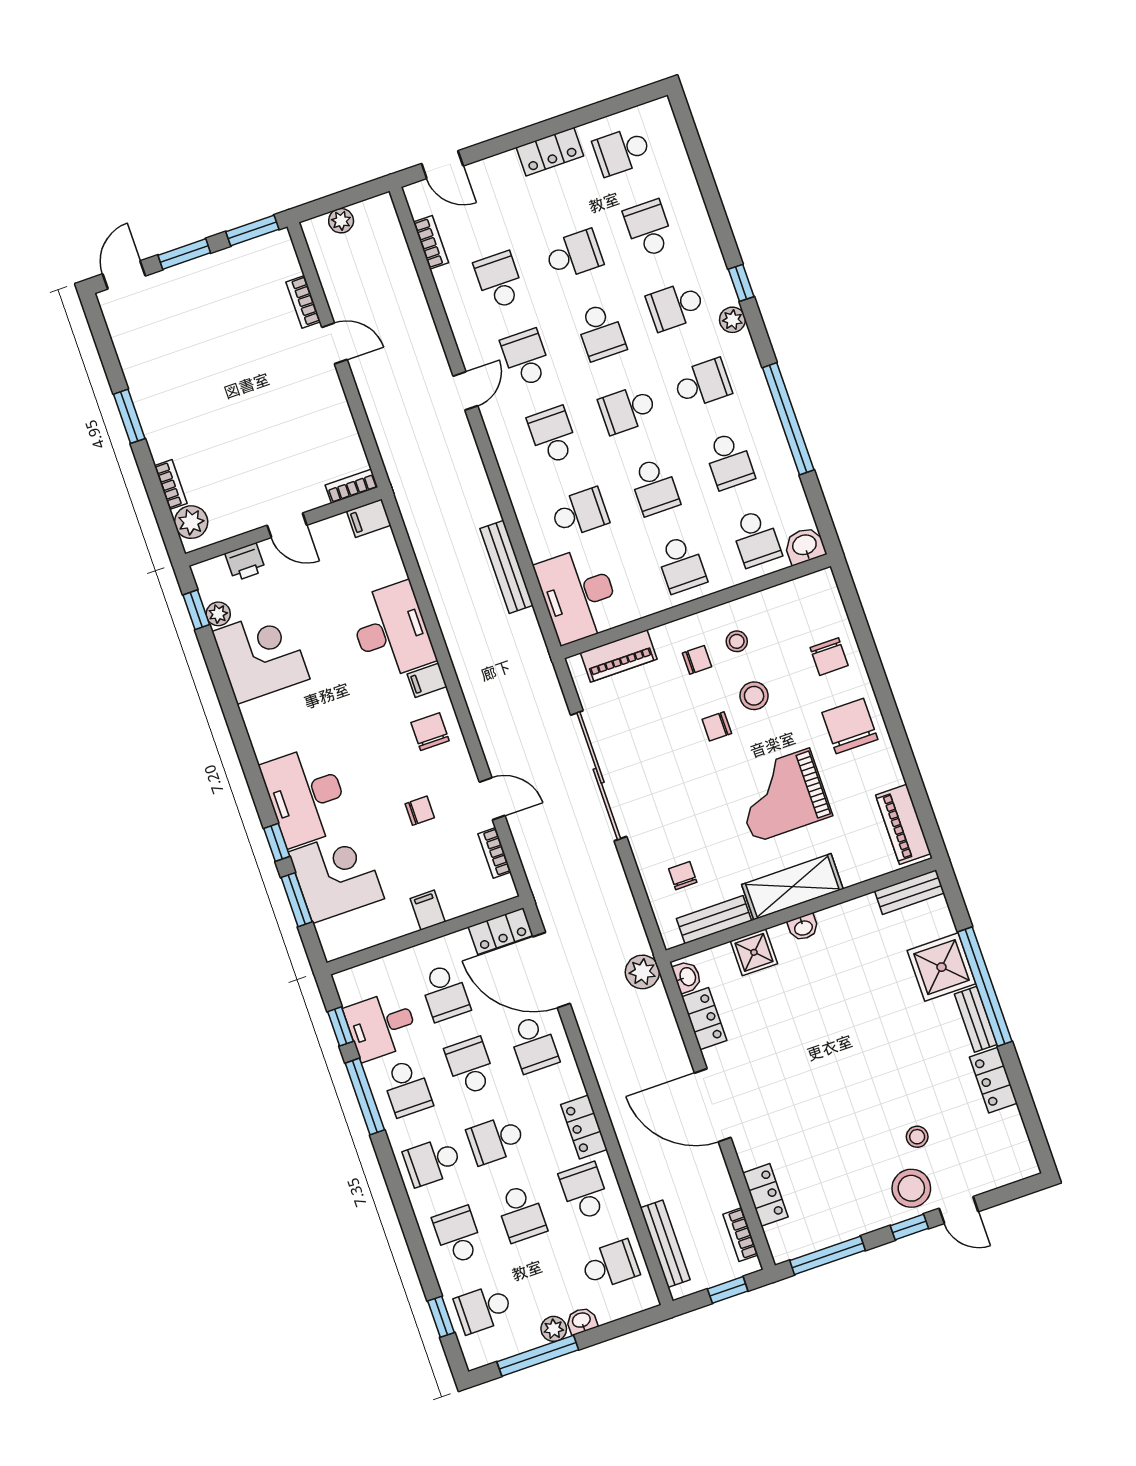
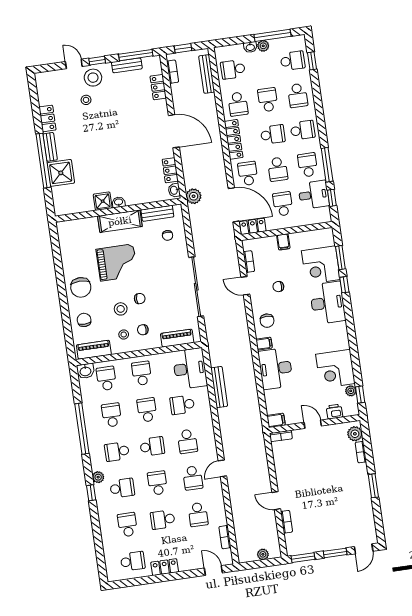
school desk: (649, 229) -> (127, 525), turned 180
piano: (903, 824) -> (94, 350), moved, turned -90
bench: (910, 892) -> (127, 65), moved
shower: (754, 952) -> (103, 201), moved
locker: (584, 1127) -> (234, 139), width x1.53

